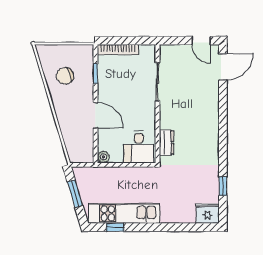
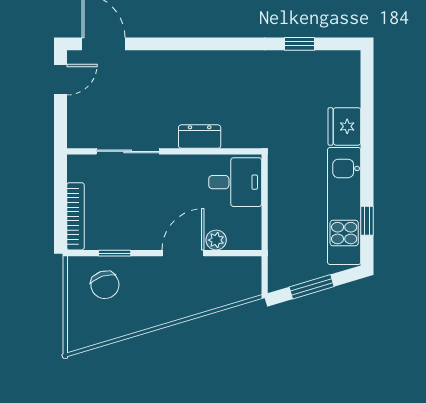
chair: (65, 76) -> (105, 285), moved
dresser: (166, 143) -> (200, 137), moved
plant: (103, 157) -> (216, 240), moved
fridge: (208, 214) -> (344, 126), moved

